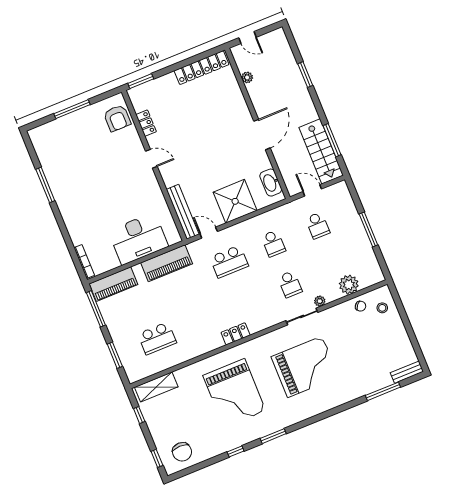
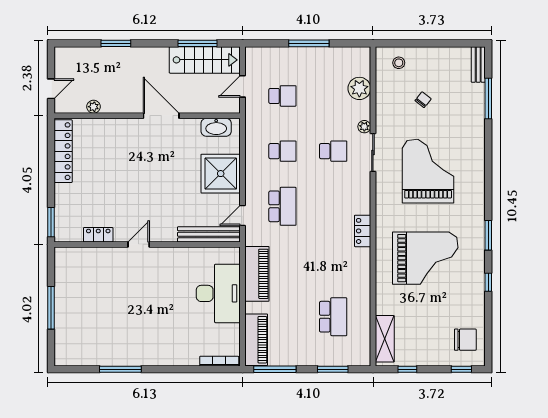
armchair: (117, 118) -> (80, 263), removed
chair: (361, 306) -> (423, 100), moved

